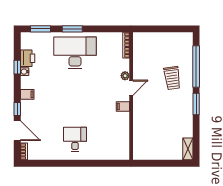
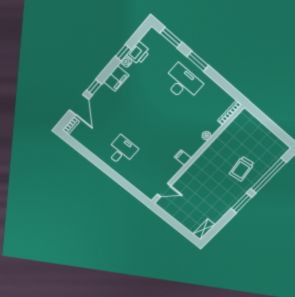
desk: (75, 53) -> (182, 83), width x0.73, depth x0.77
door: (131, 88) -> (164, 190), moved
filing cabinet: (27, 94) -> (116, 78), width x2.00

